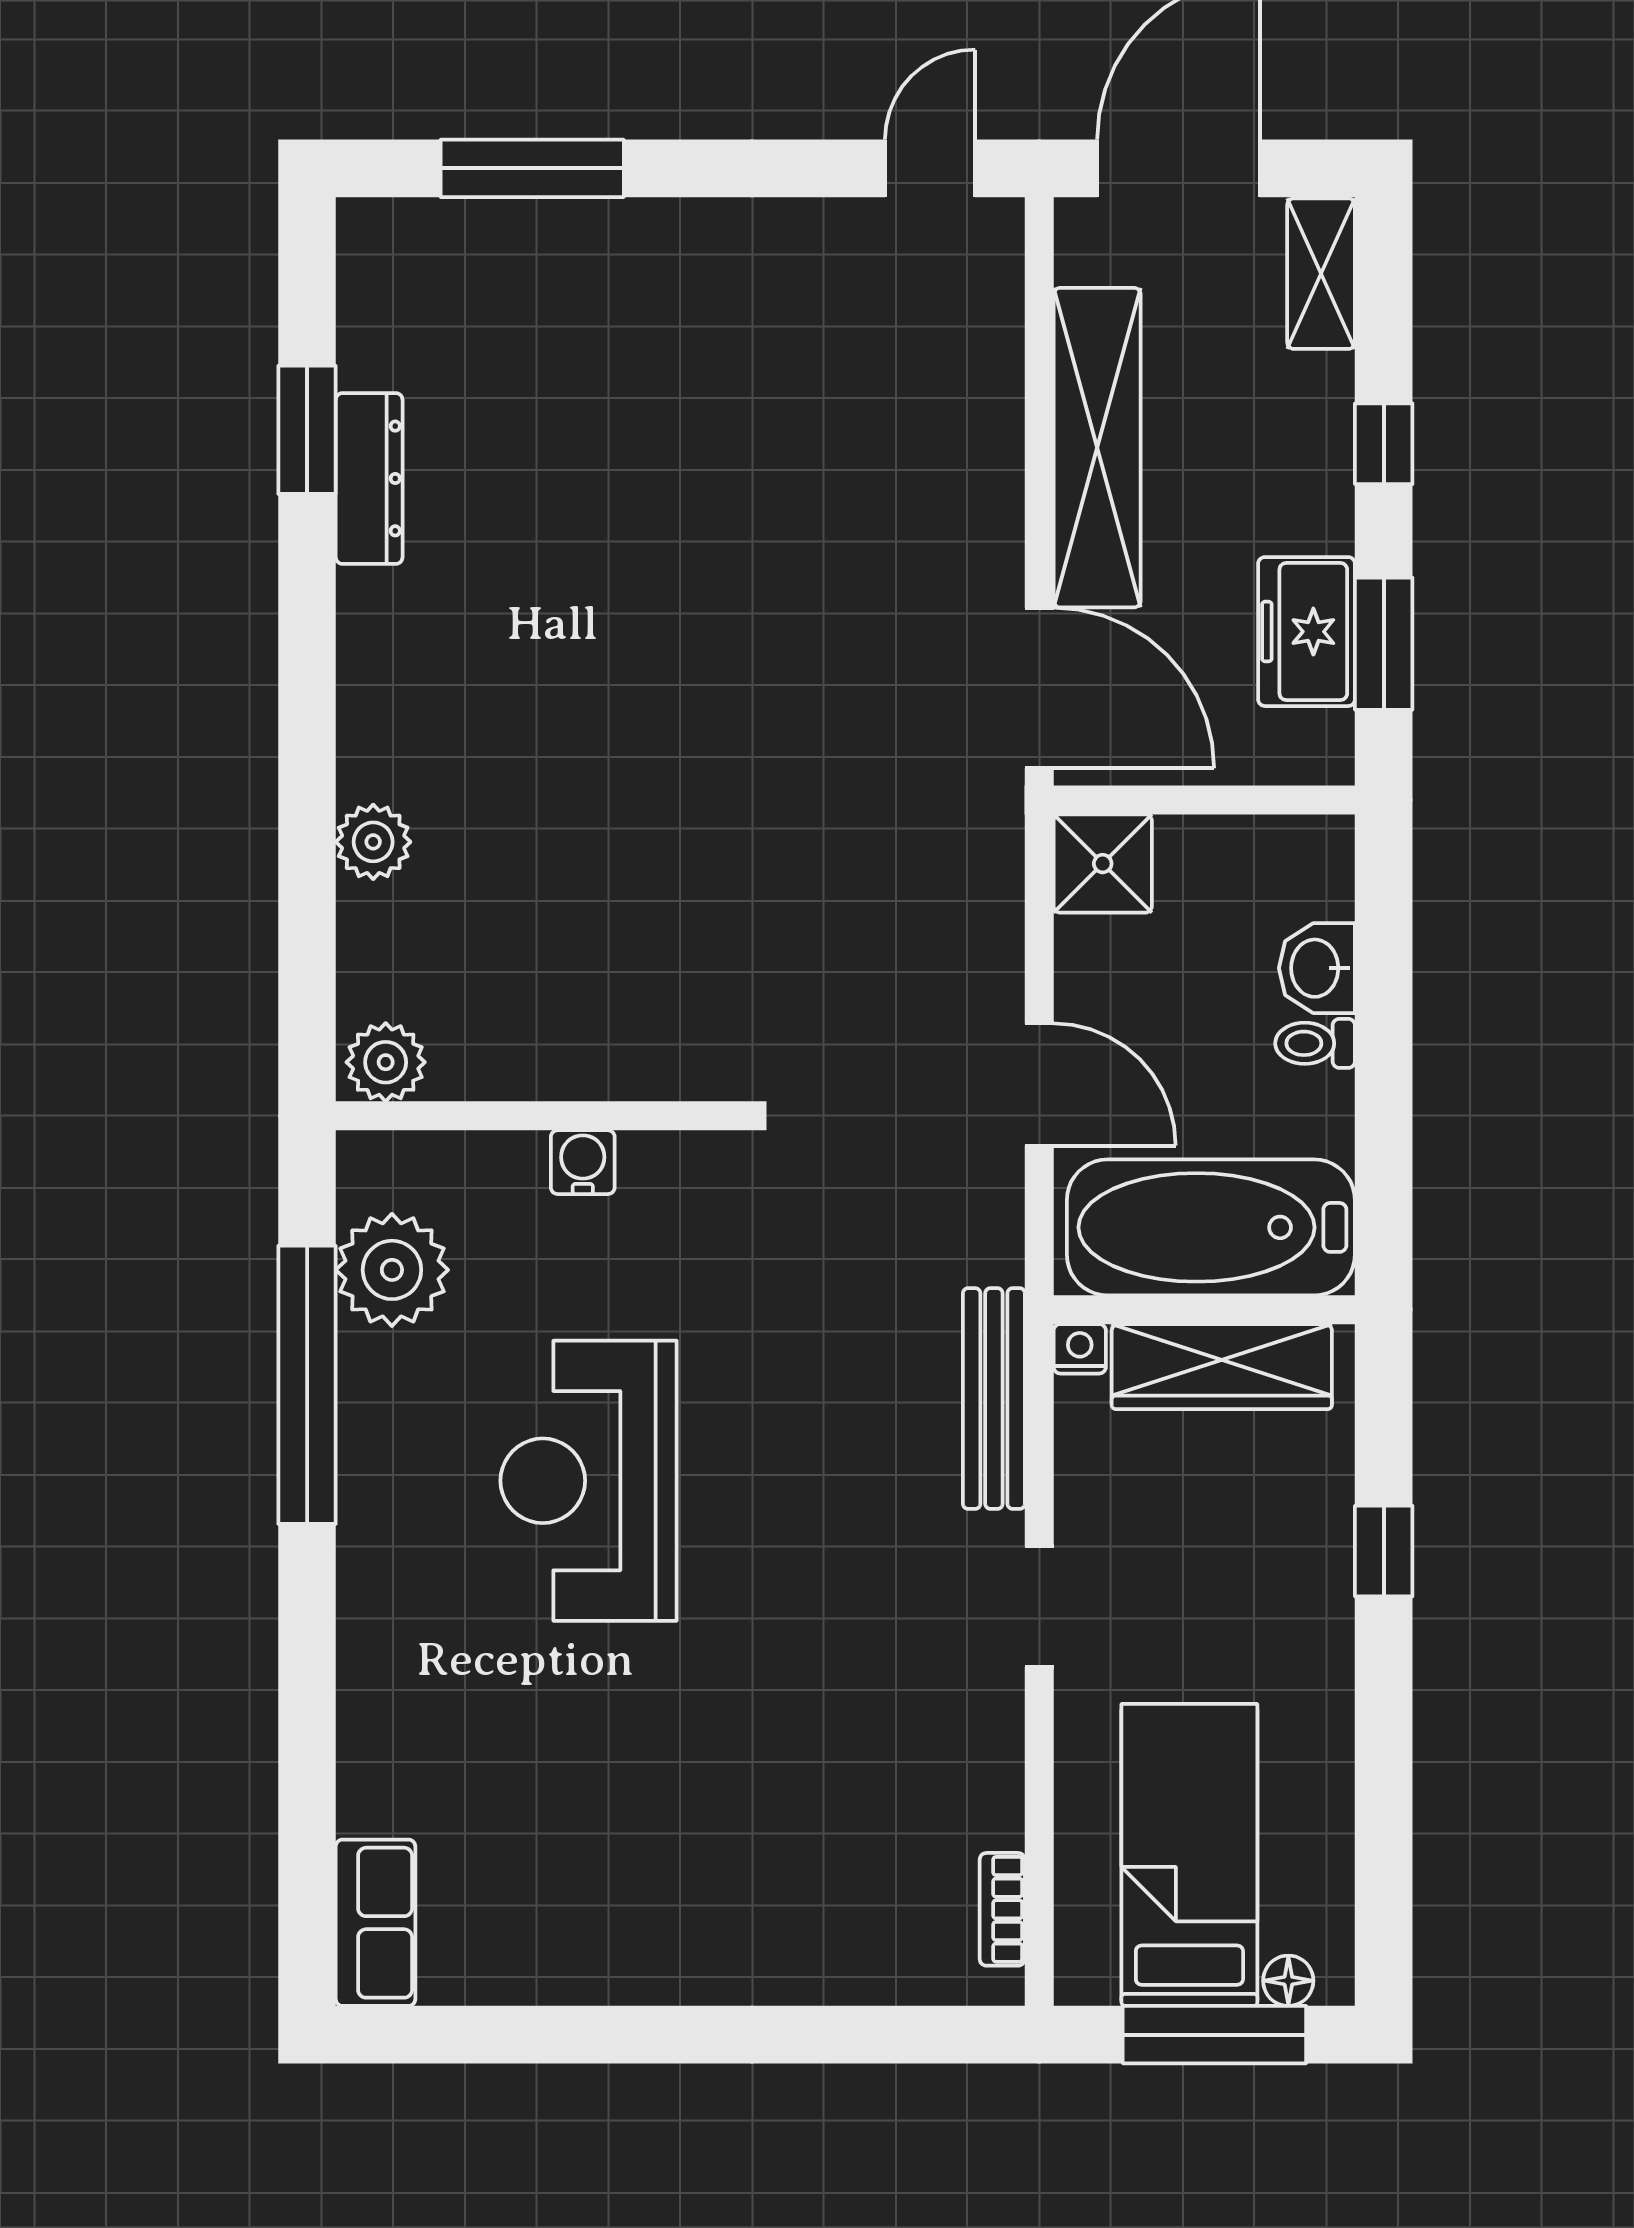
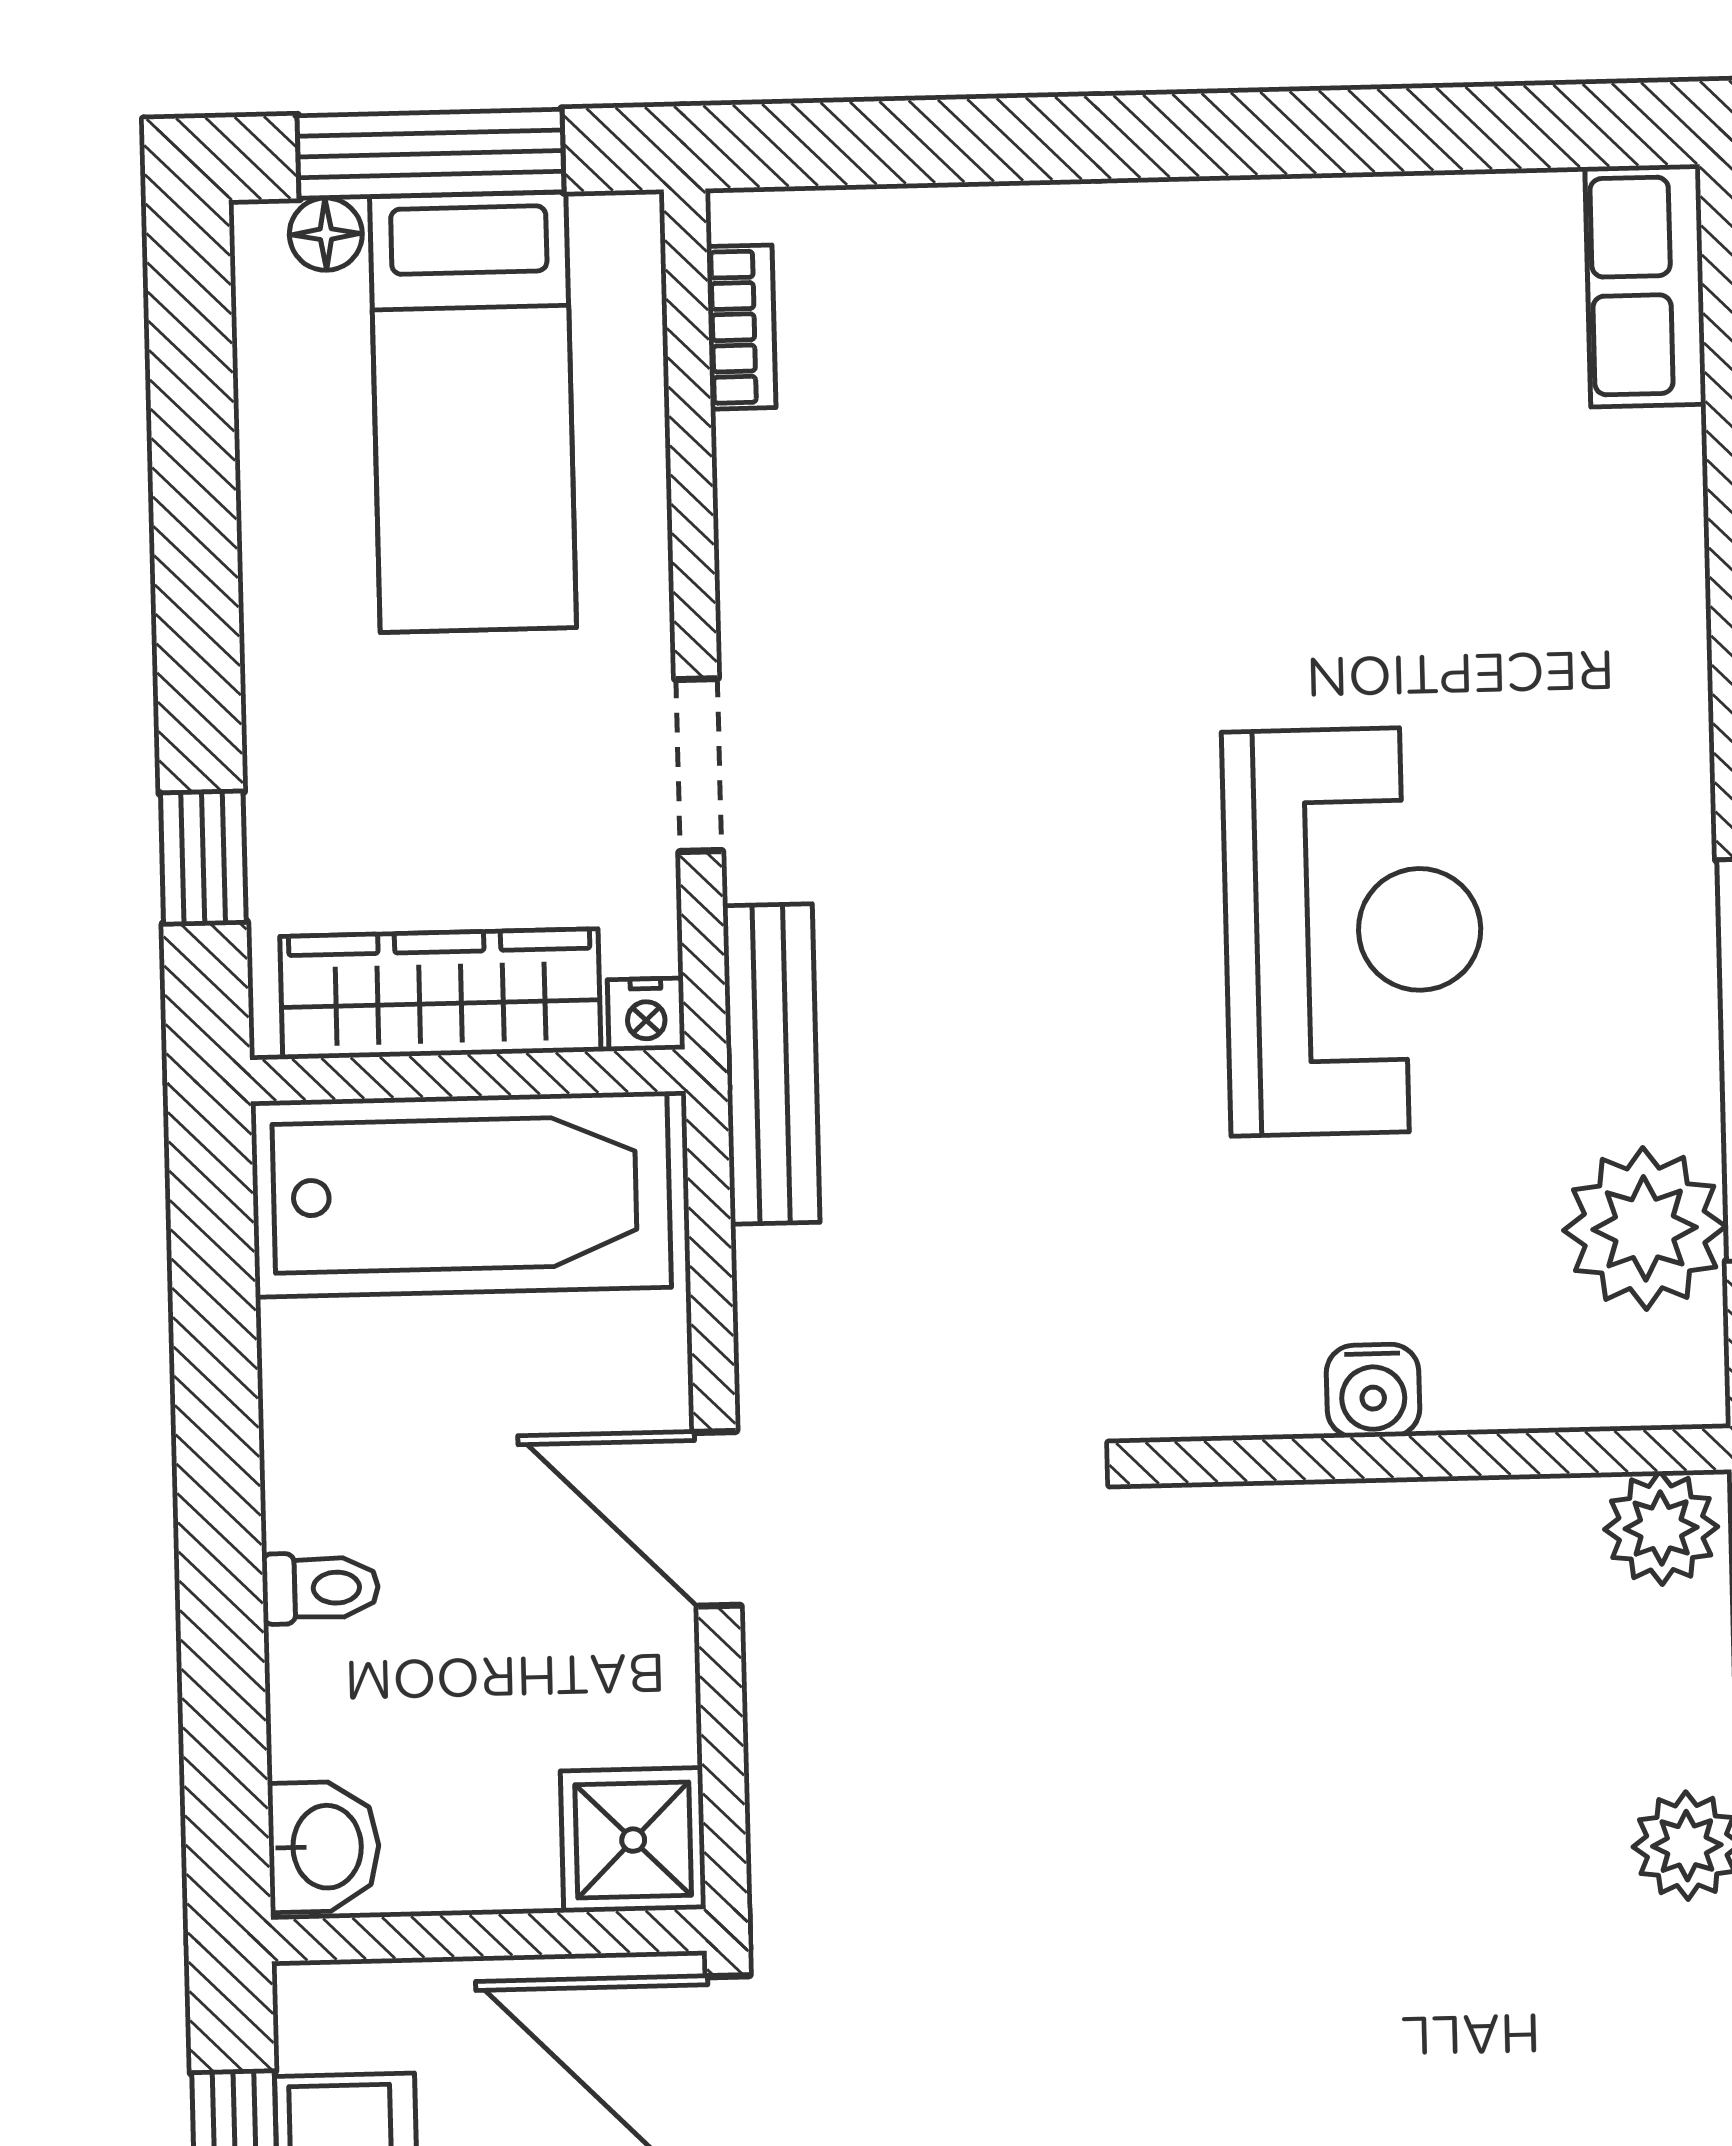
washbasin: (1317, 968) -> (324, 1847), moved
bathtub: (1211, 1227) -> (461, 1194), moved
wall: (1204, 1310) -> (468, 1075), moved
nightstand: (1080, 1349) -> (646, 1015), moved
wardrobe: (1222, 1367) -> (440, 994), moved

